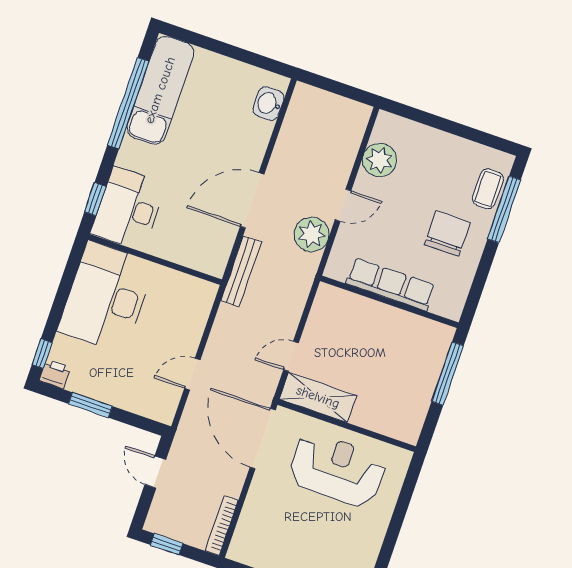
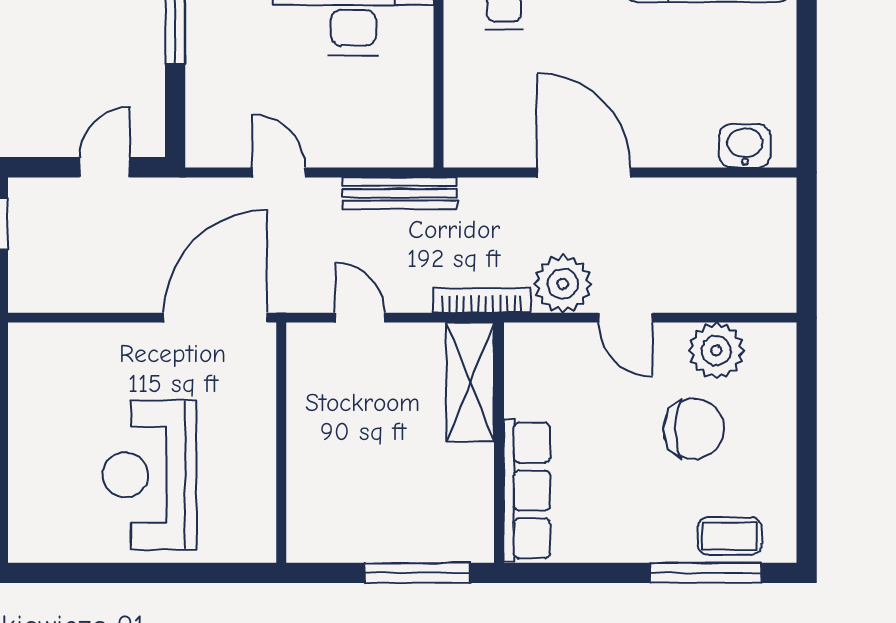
chair: (447, 234) -> (694, 429), moved
bench: (241, 271) -> (400, 193), moved
row of seats: (391, 284) -> (527, 490), moved
shelving: (318, 397) -> (470, 382), moved
reception desk: (337, 470) -> (150, 475), moved, turned 180
bookcase: (222, 526) -> (482, 300), moved

